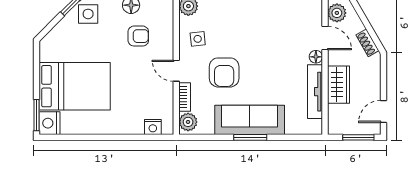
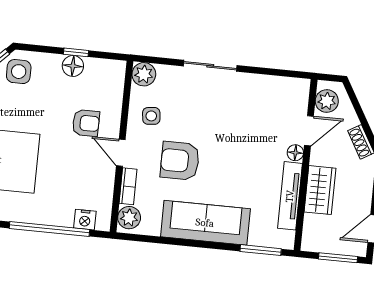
armchair: (138, 36) -> (86, 123), moved
door: (325, 38) -> (309, 131), hinge flipped
armchair: (224, 72) -> (180, 161), turned 90
window: (125, 137) -> (49, 229), added
window: (250, 137) -> (261, 250), moved

